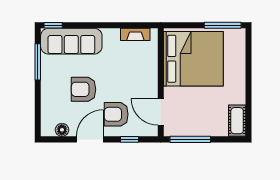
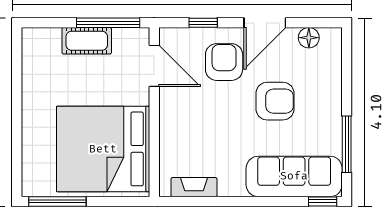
armchair: (116, 114) -> (224, 62), turned -90
cot: (237, 121) -> (87, 41), moved, turned 90

